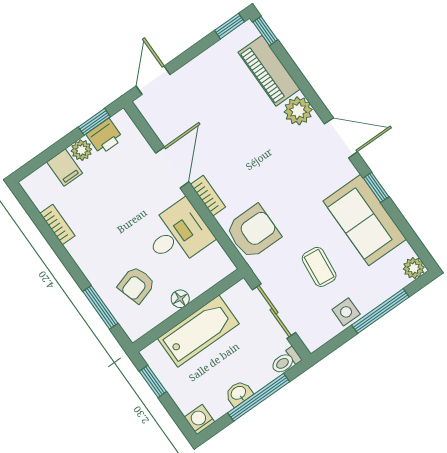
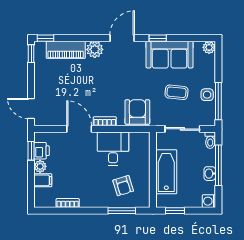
floor lamp: (180, 299) -> (145, 170), removed
window: (380, 311) -> (218, 101), moved

